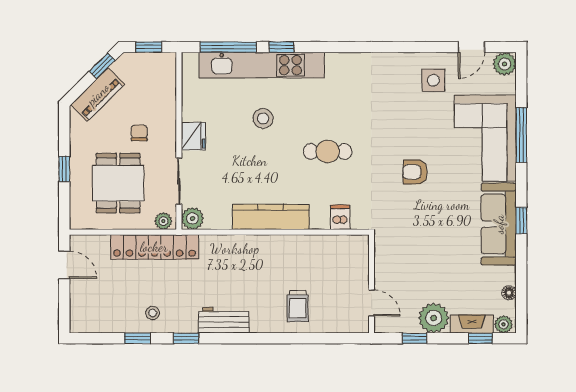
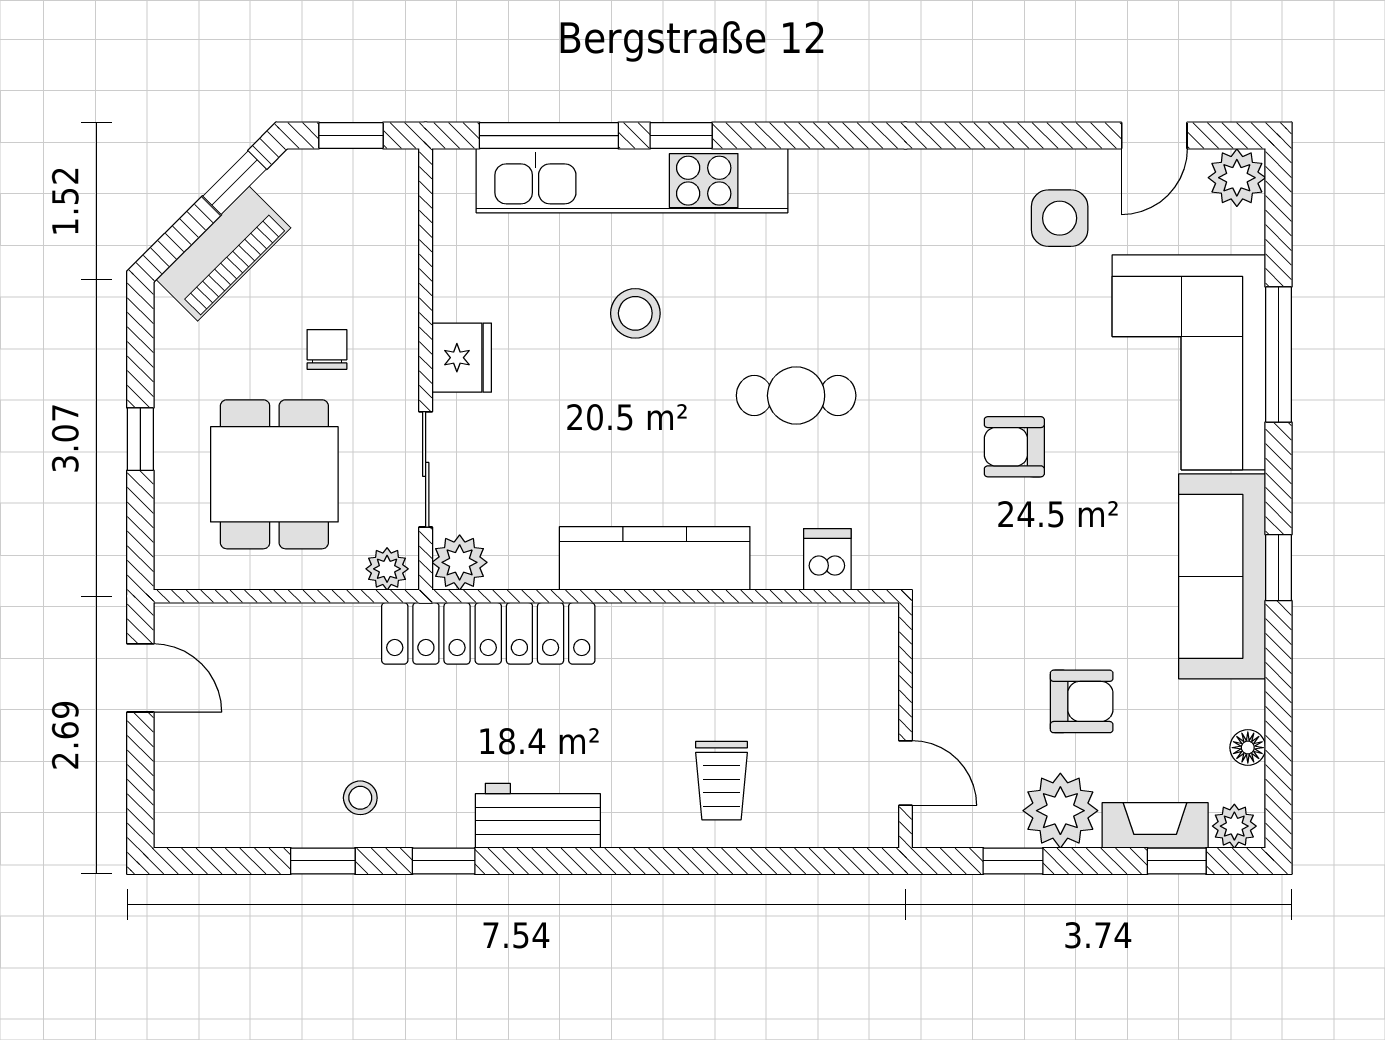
locker: (154, 247) -> (488, 633), moved
armchair: (442, 274) -> (1082, 701), added

